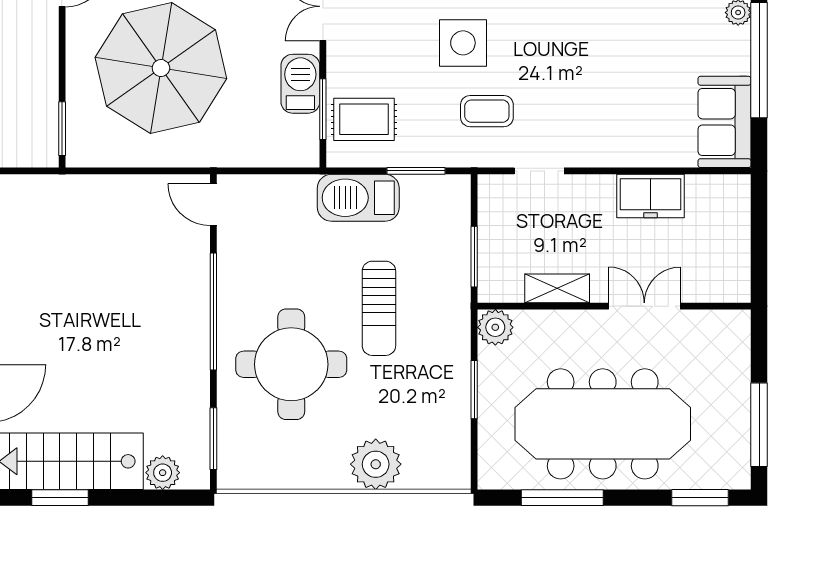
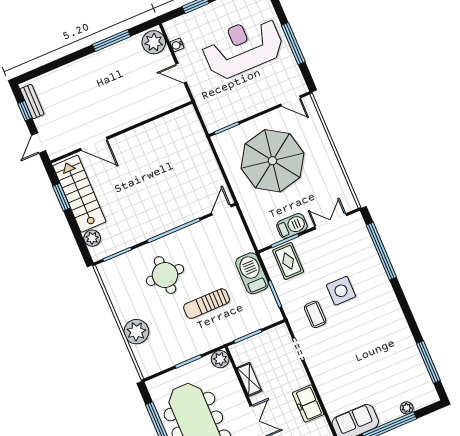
round table: (291, 364) -> (165, 275), width x0.73, depth x0.73

